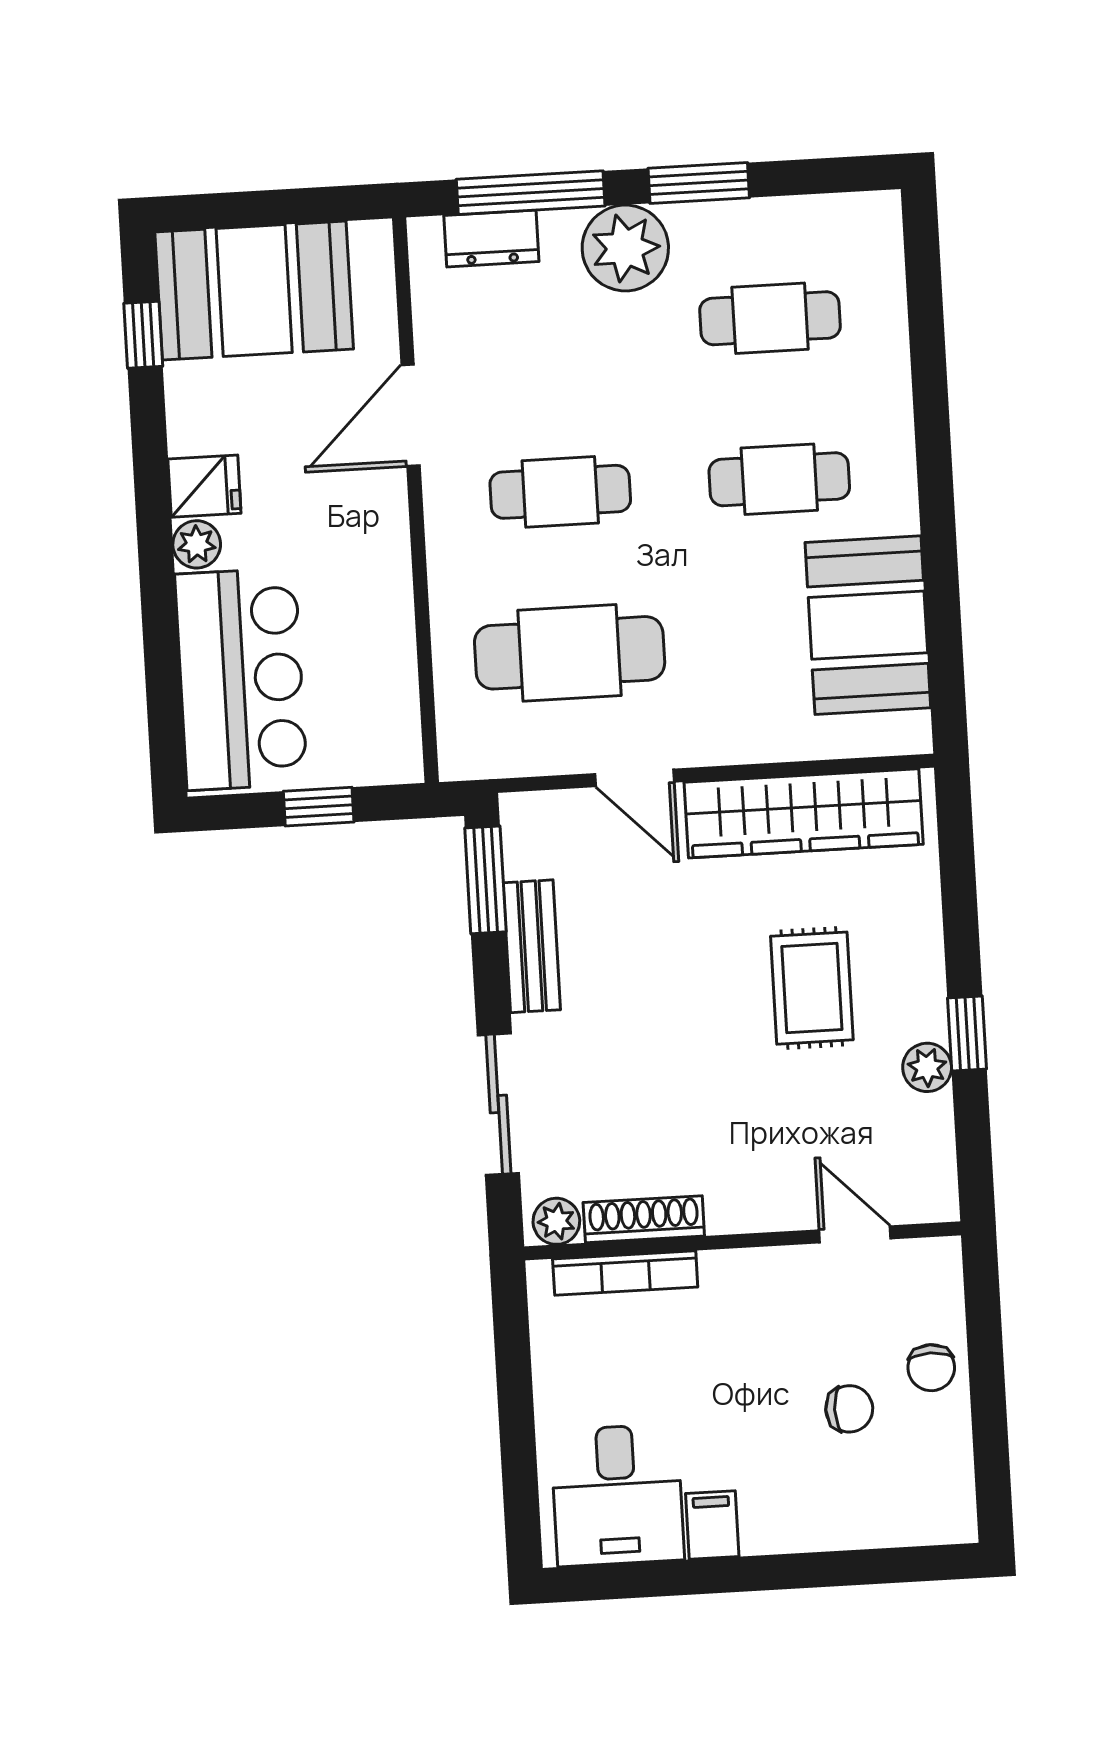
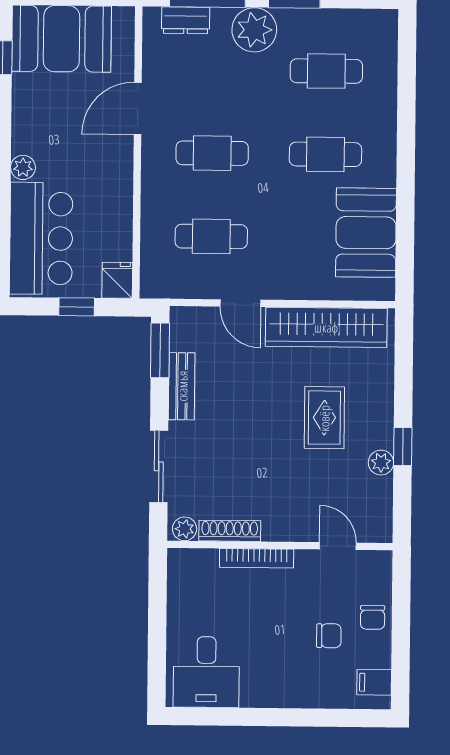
fridge: (204, 486) -> (117, 280), moved, turned -90
cafe table: (570, 653) -> (211, 236), width x0.73, depth x0.74
bookcase: (625, 1273) -> (257, 558), moved
filing cabinet: (712, 1525) -> (374, 682), moved, turned -90

